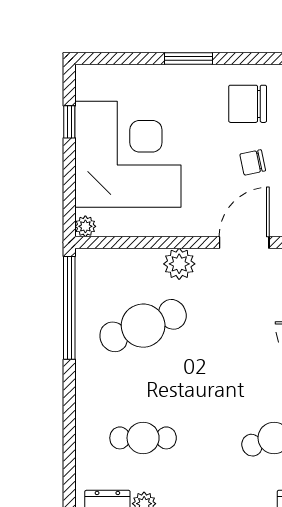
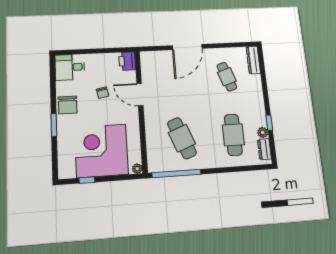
chair: (248, 104) -> (68, 105), moved
plant: (179, 264) -> (152, 123), removed
cafe table: (143, 438) -> (233, 135), width x1.37, depth x1.35

